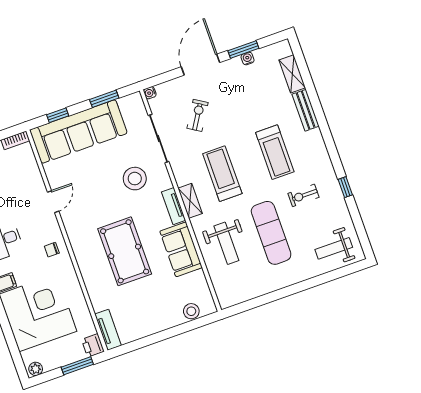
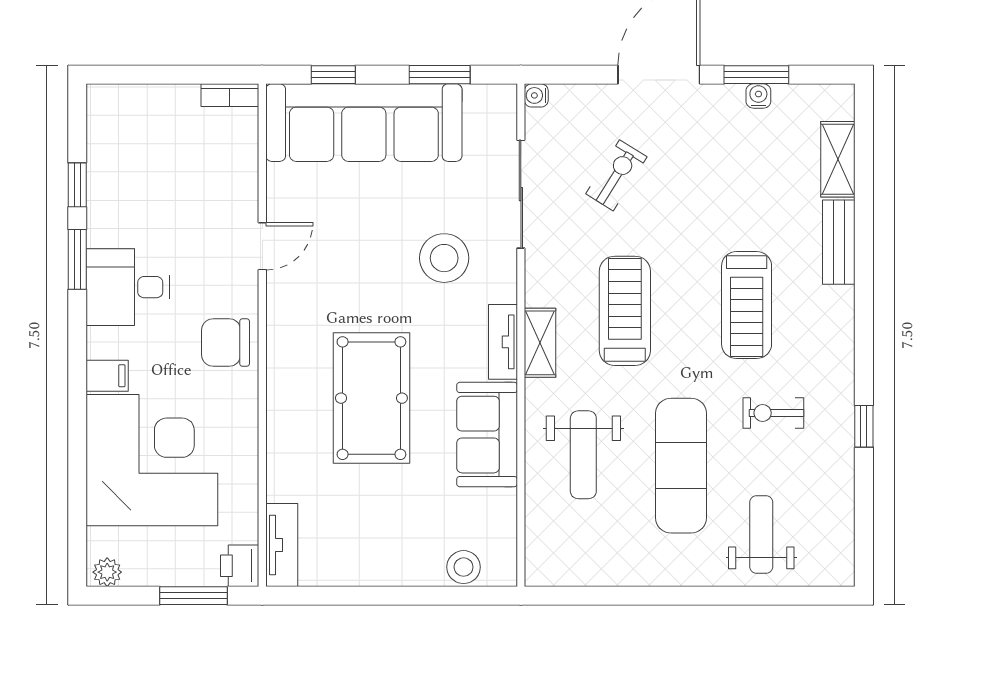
weight bench: (334, 248) -> (761, 535), moved, turned 90
chair: (52, 250) -> (225, 342), width x1.87, depth x1.87

